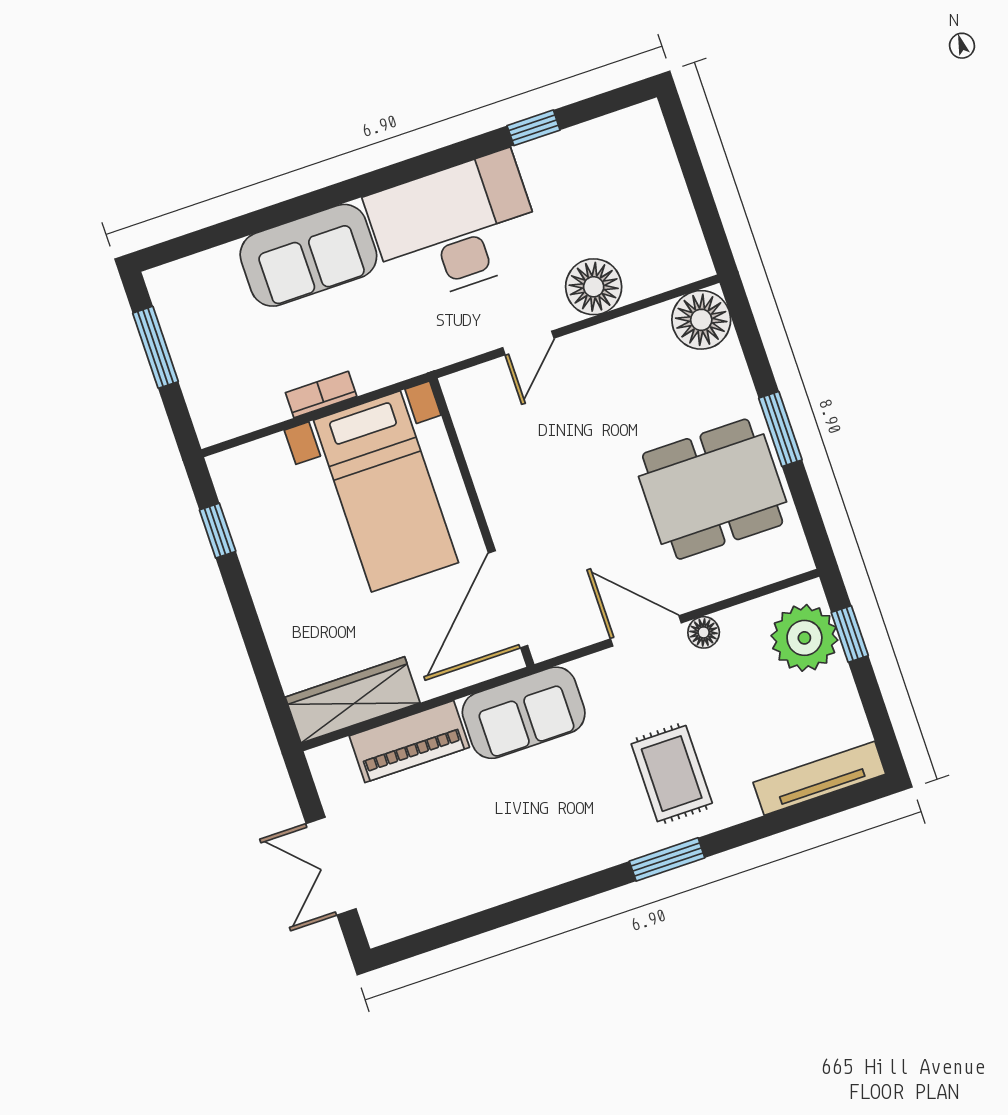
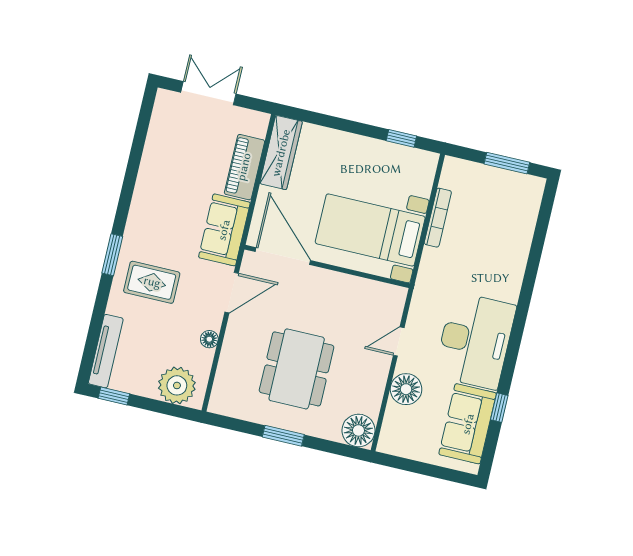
sofa: (308, 255) -> (468, 424), moved
door: (528, 343) -> (399, 342), hinge flipped
bookcase: (321, 394) -> (438, 218), width x1.56
dining table: (713, 489) -> (297, 369), moved
door: (646, 631) -> (232, 293), moved
window: (850, 634) -> (114, 396), moved

